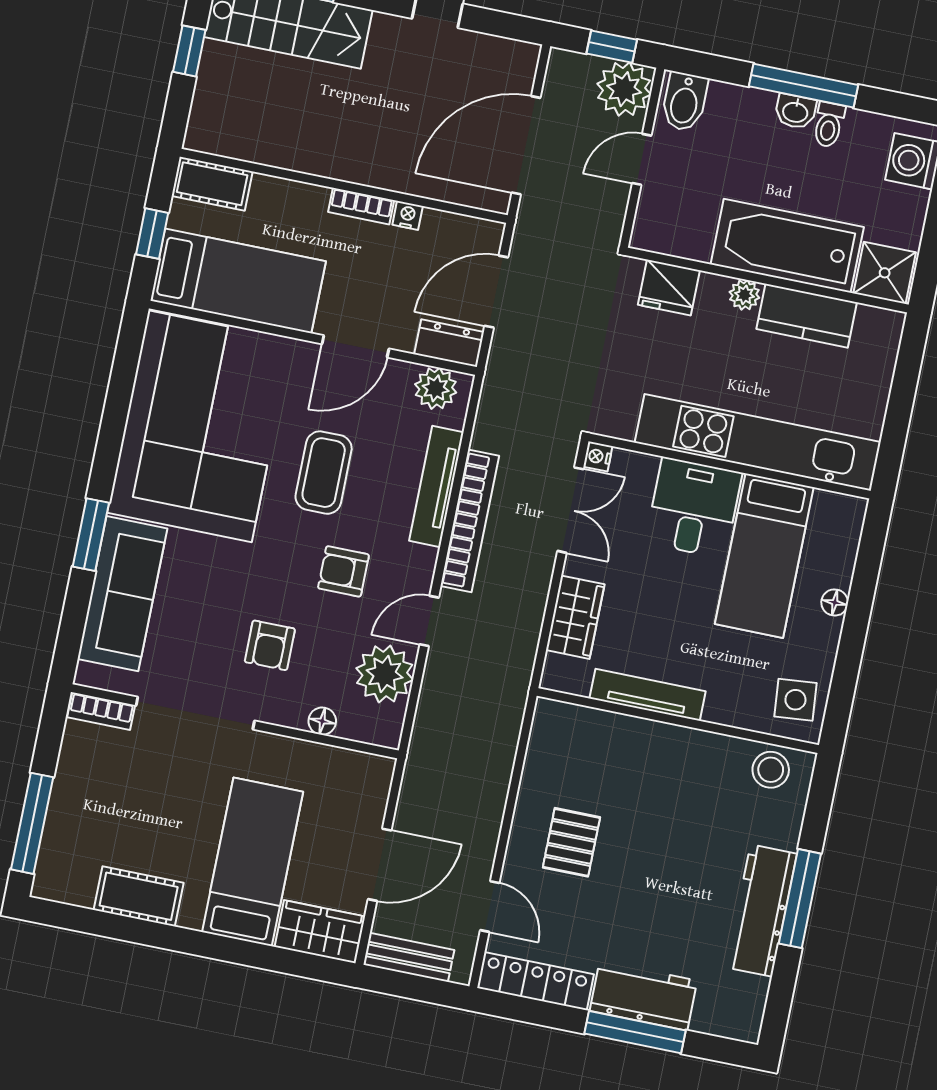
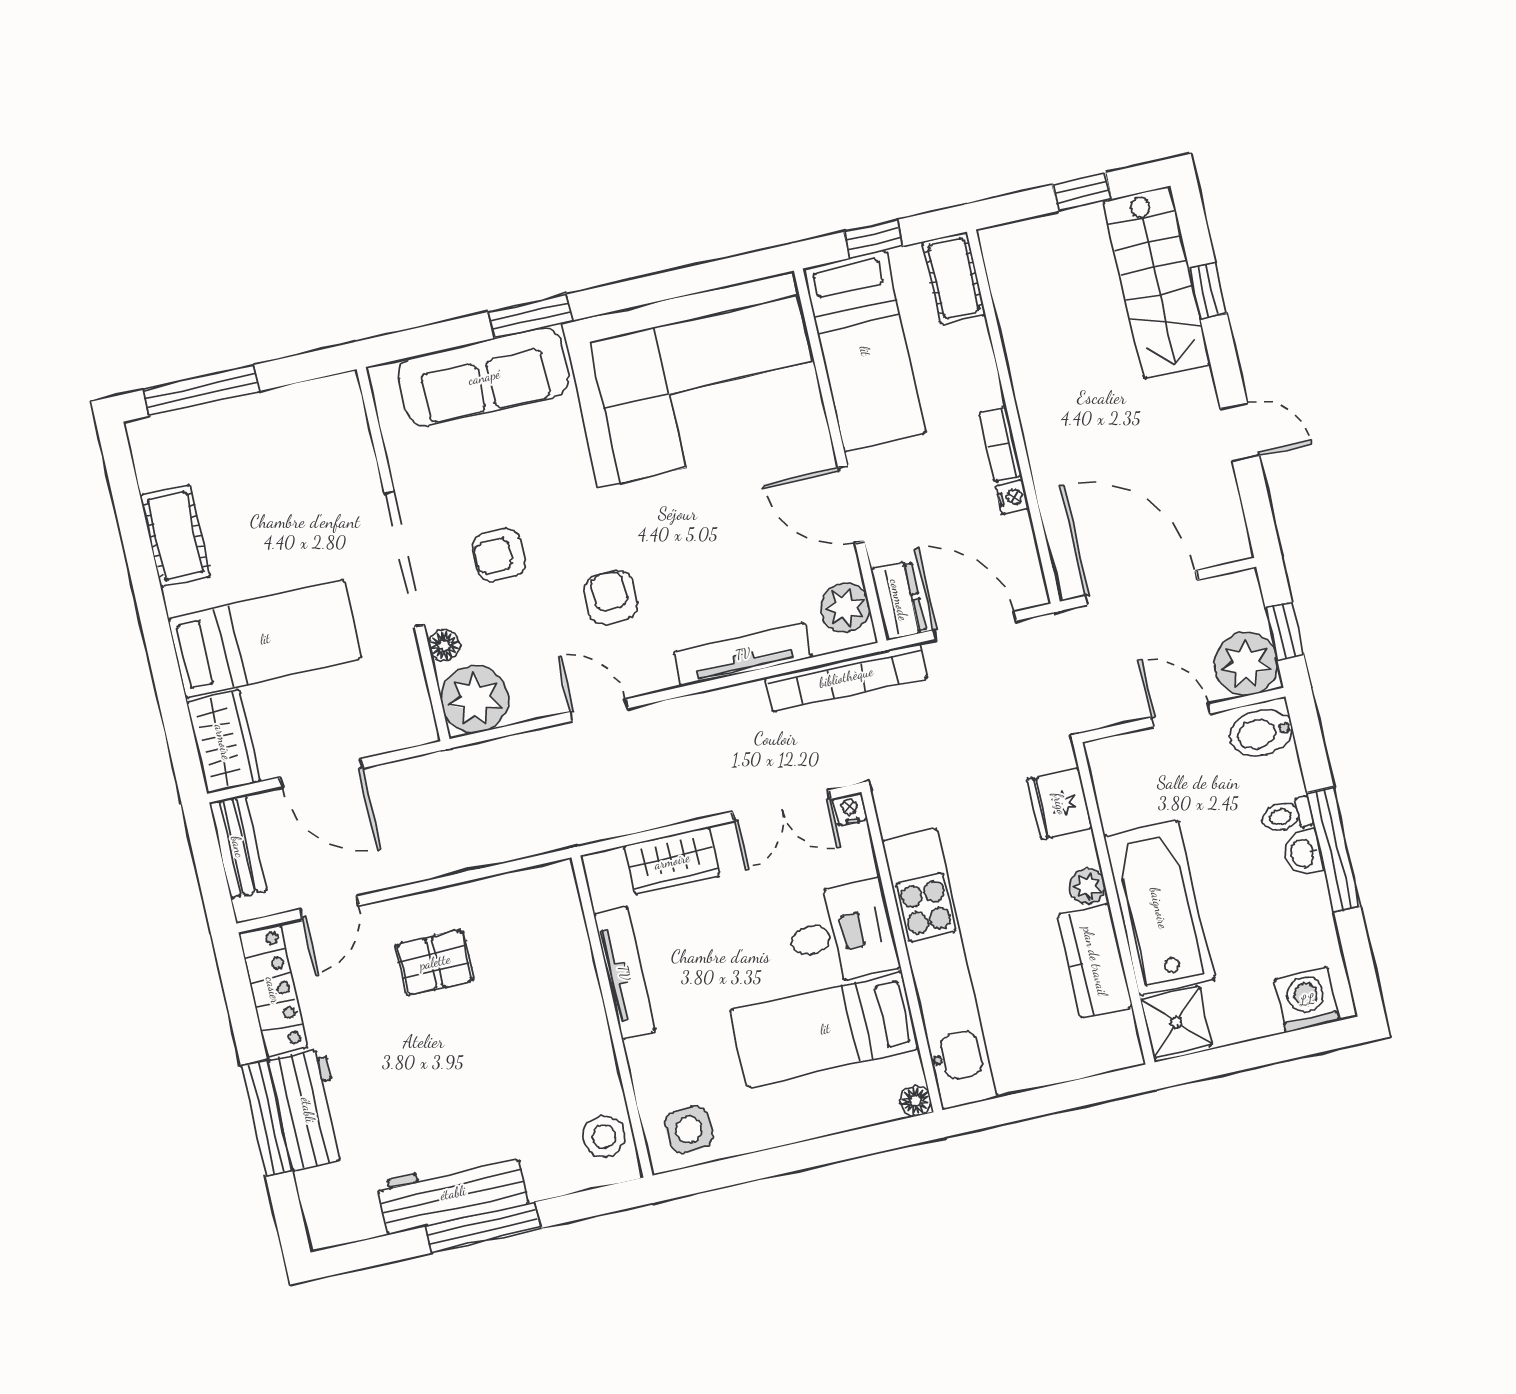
toilet: (829, 125) -> (1287, 815), moved
coffee table: (324, 473) -> (705, 530), removed
bookcase: (470, 521) -> (846, 677), moved
floor lamp: (835, 602) -> (916, 1101), moved
plant: (385, 674) -> (475, 699), moved
bookcase: (101, 711) -> (351, 410), removed
doorway: (195, 713) -> (404, 559), moved

